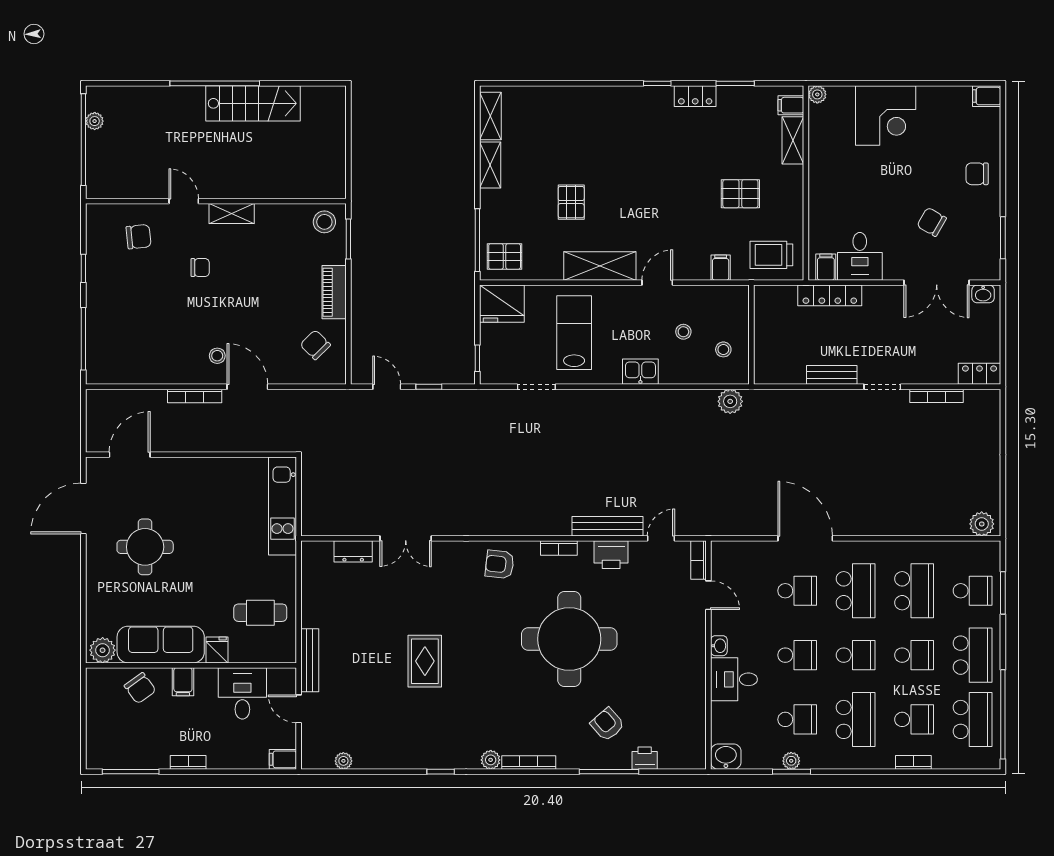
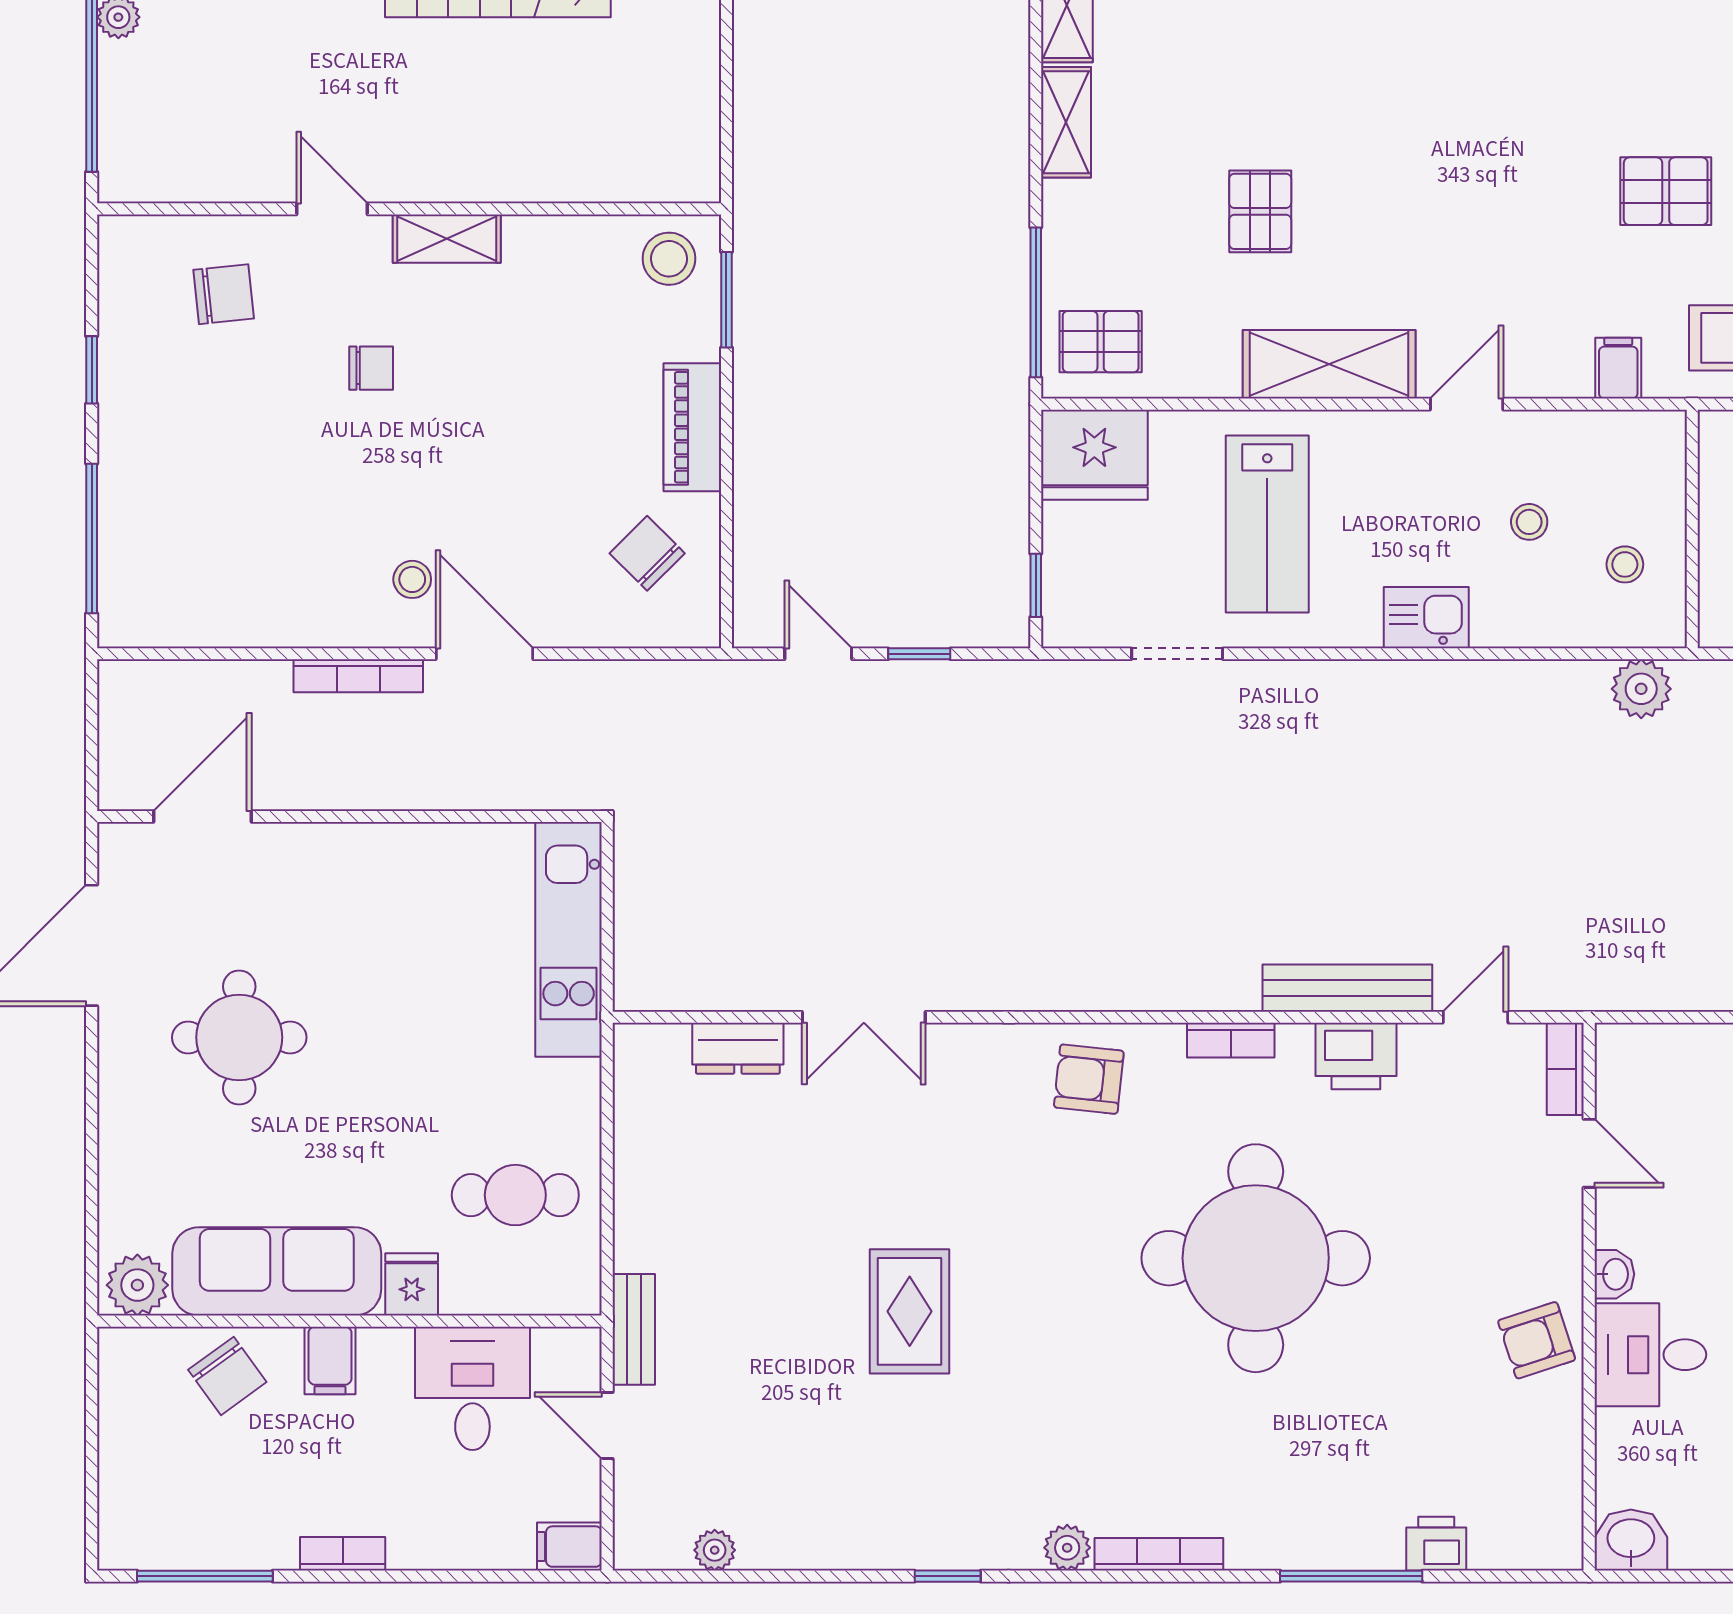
lab bench: (574, 333) -> (1267, 524), turned 180
bench: (310, 660) -> (634, 1329), width x0.73
armchair: (607, 724) -> (1537, 1340), moved, turned -67

